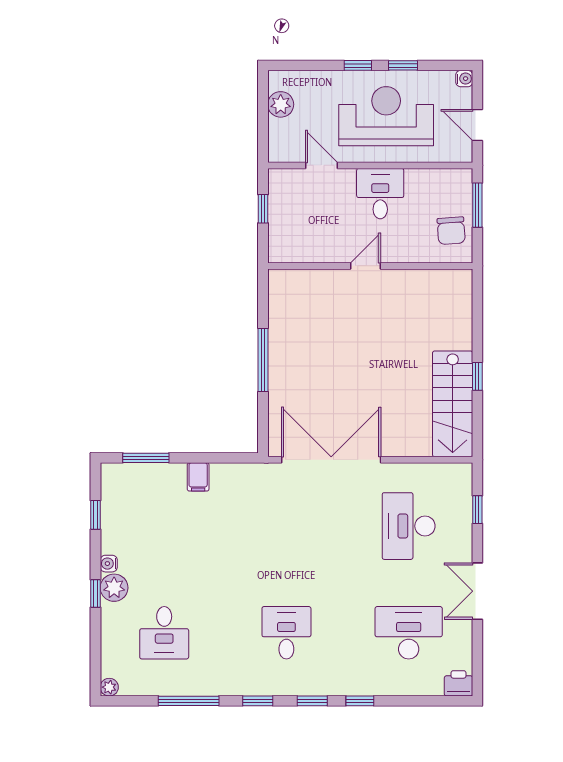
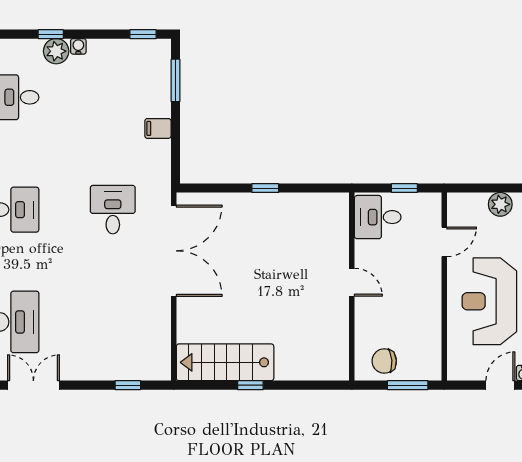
reception desk: (386, 116) -> (489, 301), turned 180
door: (477, 125) -> (500, 385), moved
desk: (380, 194) -> (378, 217), moved, turned 180
window: (263, 360) -> (265, 188), width x0.46
window: (95, 515) -> (143, 34), moved
desk: (409, 526) -> (113, 210), moved, width x0.73
double door: (477, 591) -> (33, 385), moved

